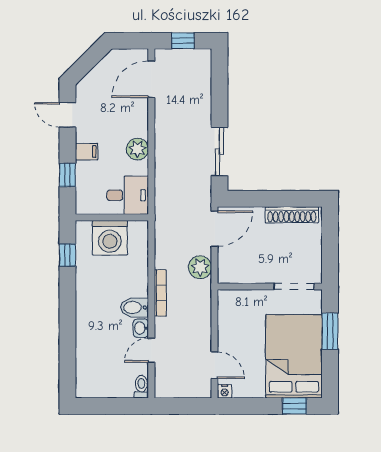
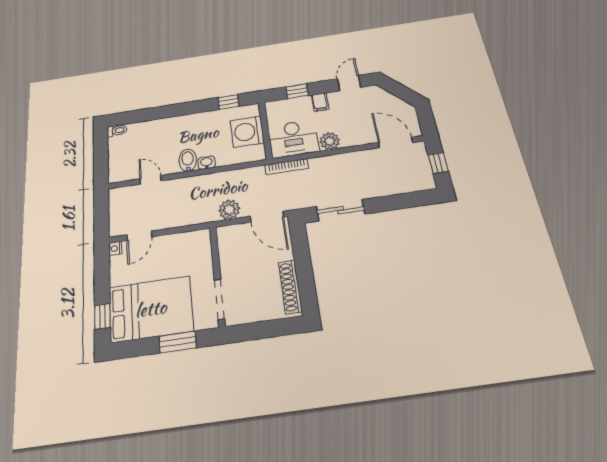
desk: (128, 195) -> (293, 139), width x1.37
bookcase: (160, 293) -> (287, 167), moved
washbasin: (141, 328) -> (206, 163), moved
toilet: (141, 387) -> (117, 130), moved

